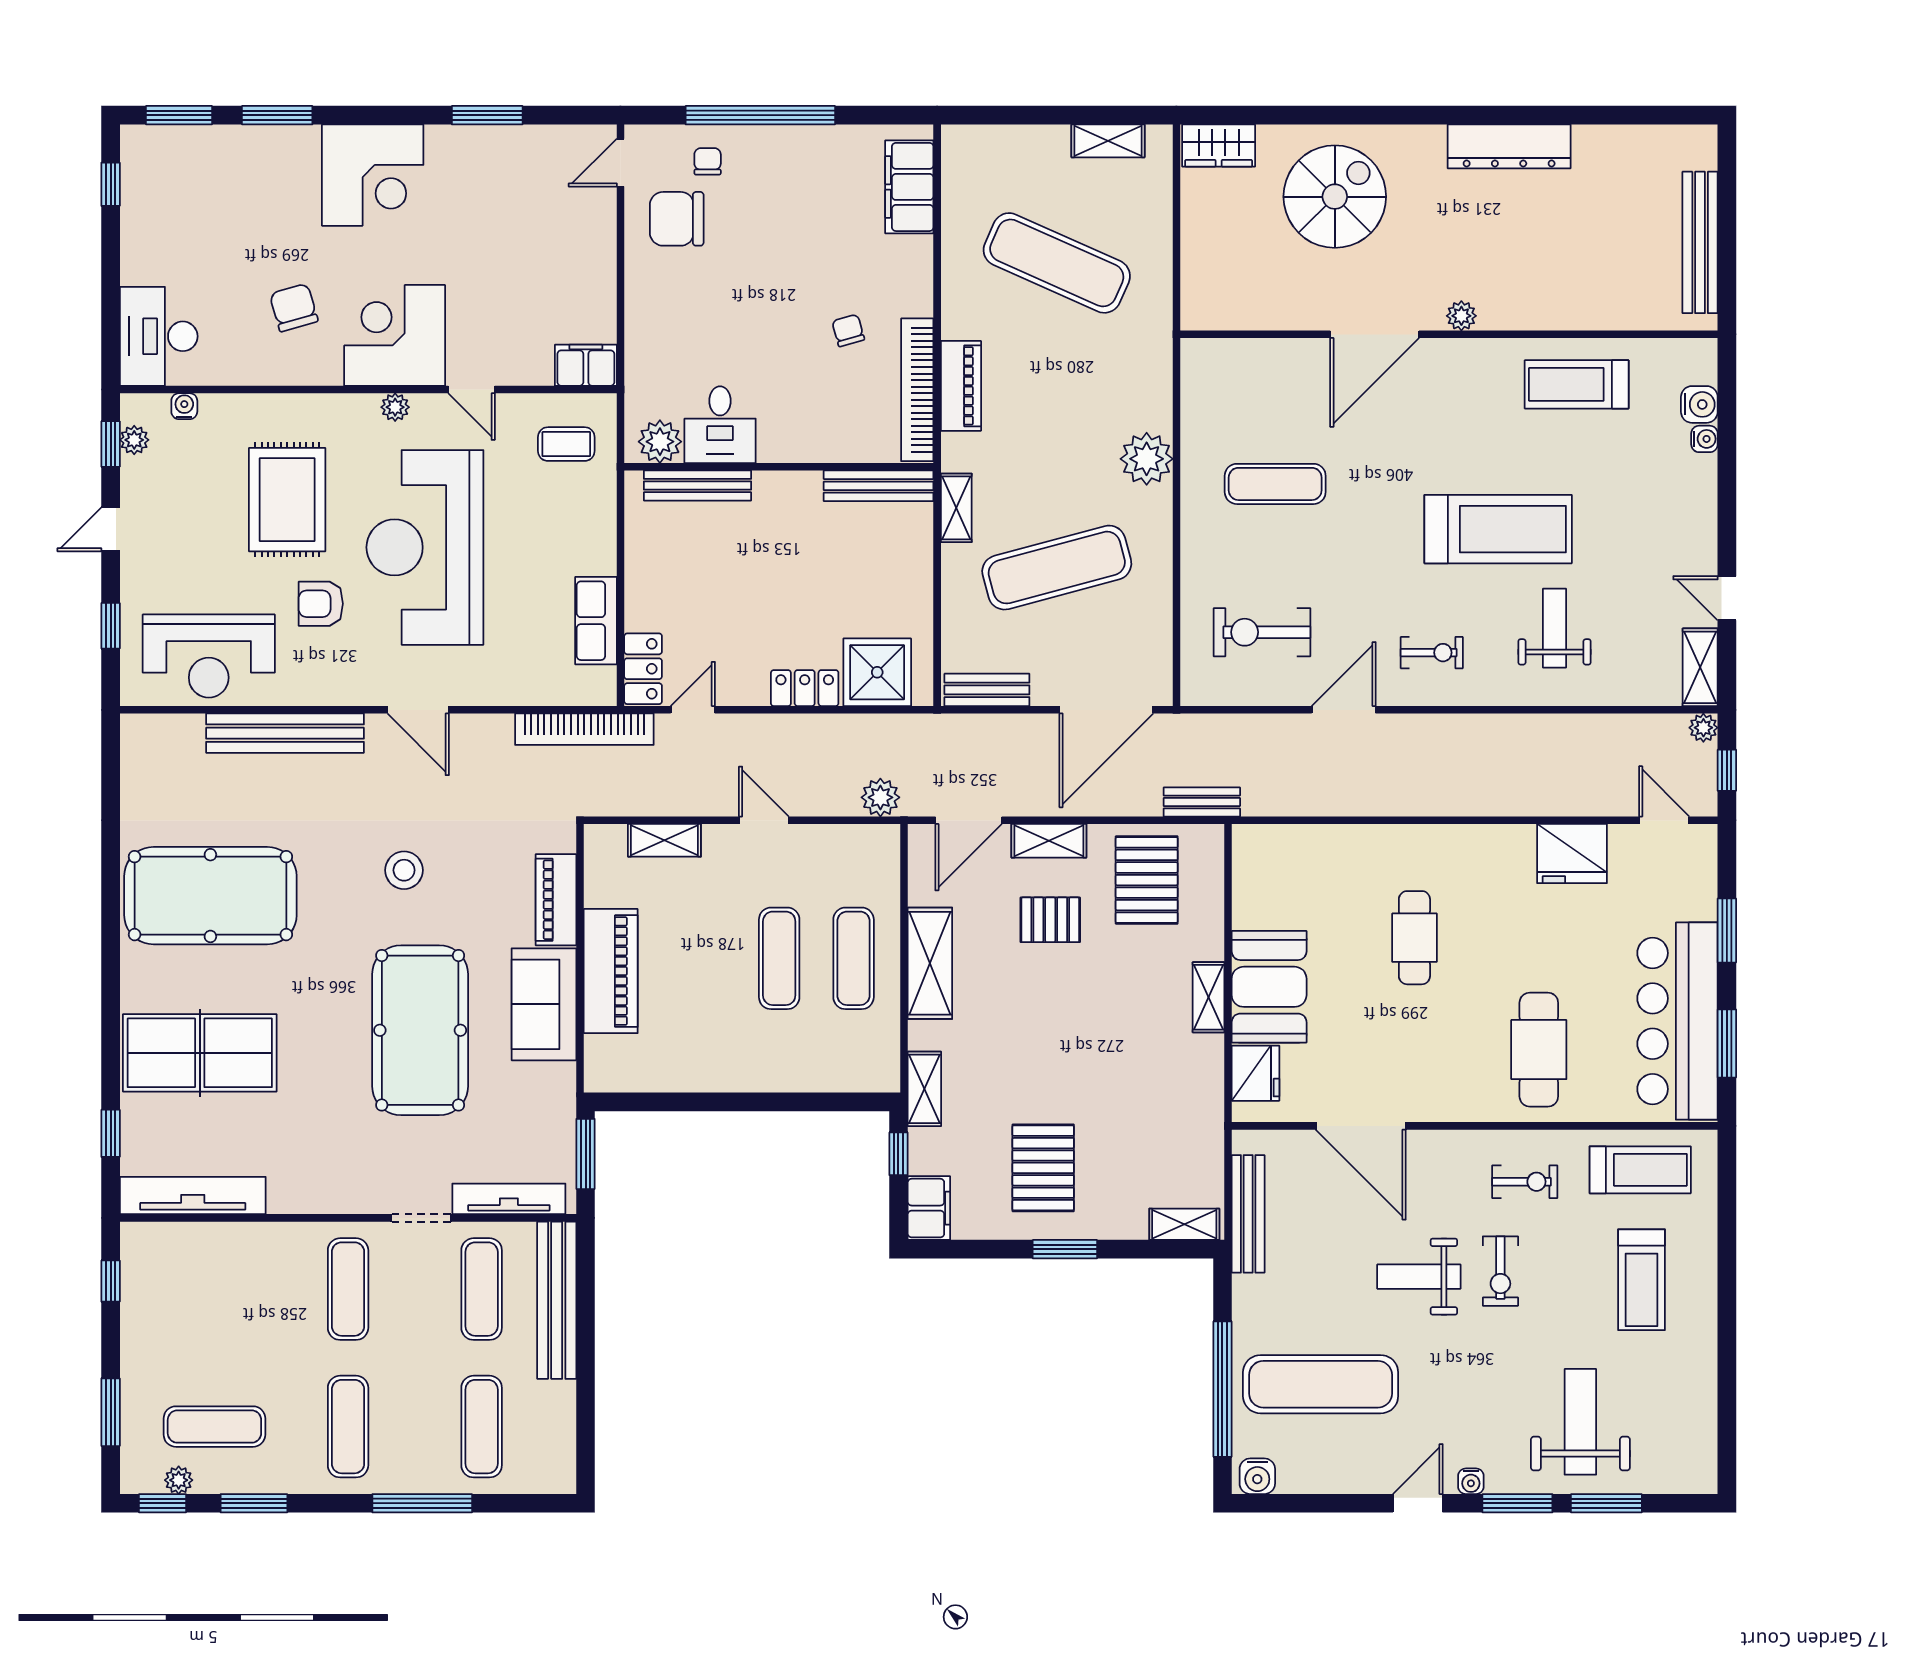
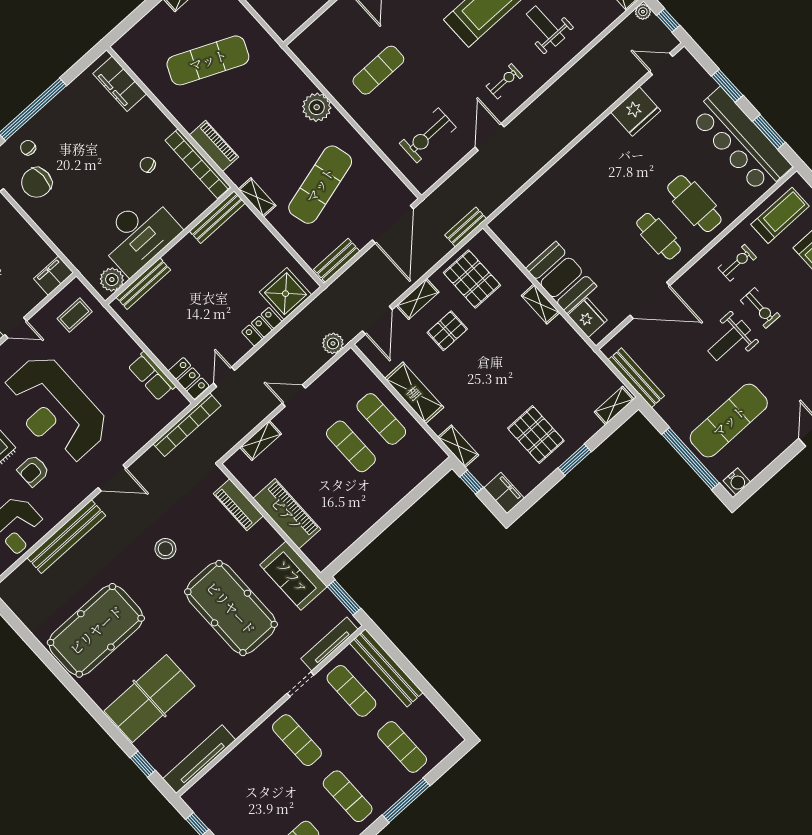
desk: (720, 425) -> (139, 234), width x1.87, depth x1.30
cafe table: (1414, 938) -> (659, 236), moved
sofa: (544, 1004) -> (293, 576), moved

